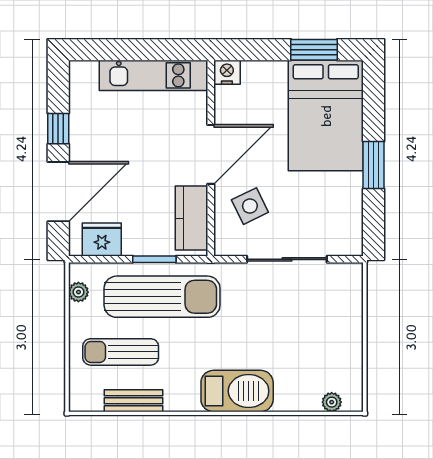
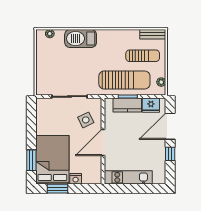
nightstand: (227, 72) -> (76, 179), moved
window: (374, 165) -> (31, 160), moved
kitchen counter: (191, 218) -> (127, 105), moved, turned 90
sun lounger: (162, 297) -> (124, 80), turned 180
barbecue: (237, 391) -> (81, 39), moved
bench: (134, 401) -> (153, 34), moved

